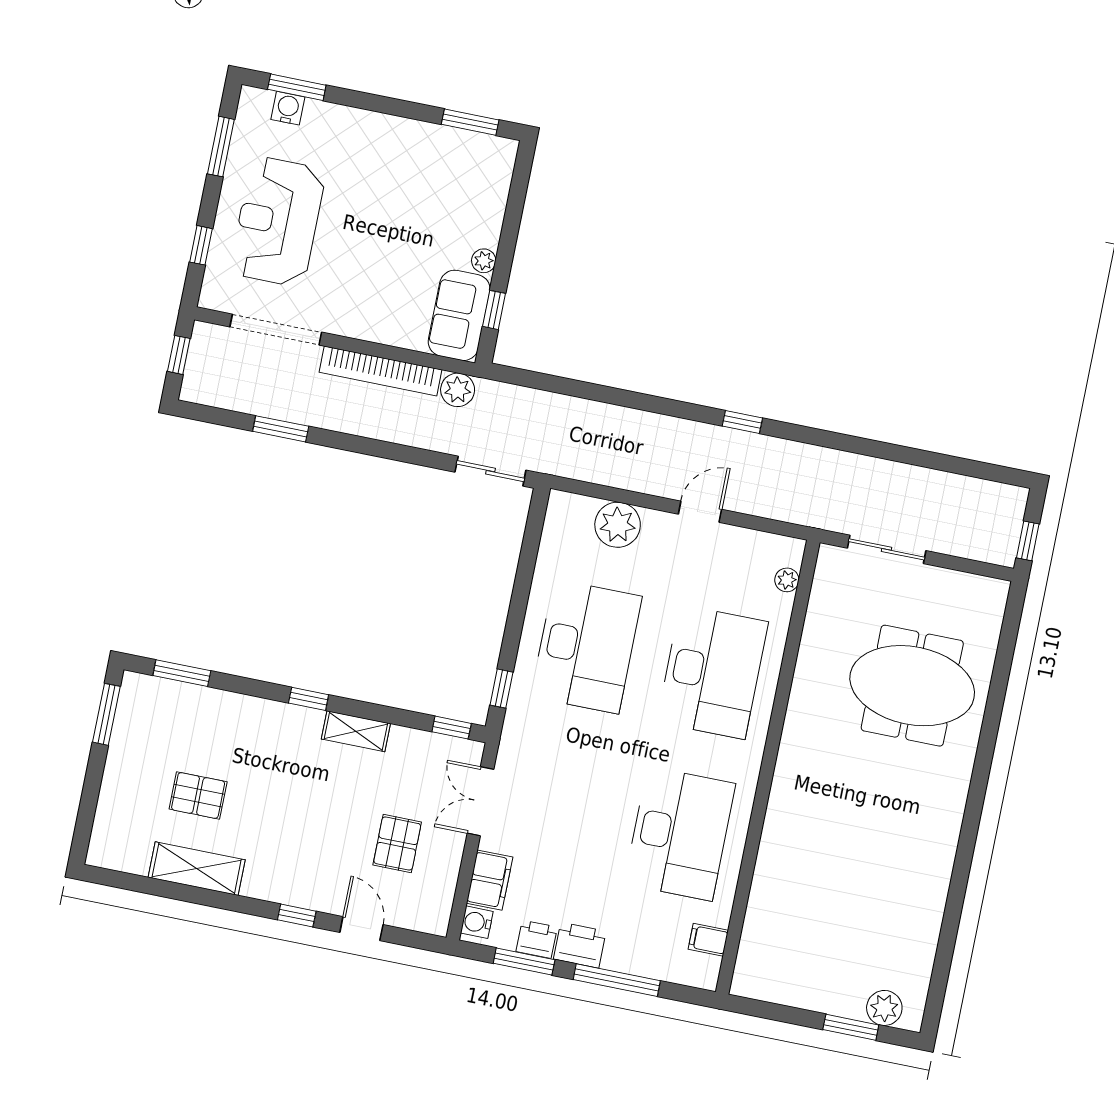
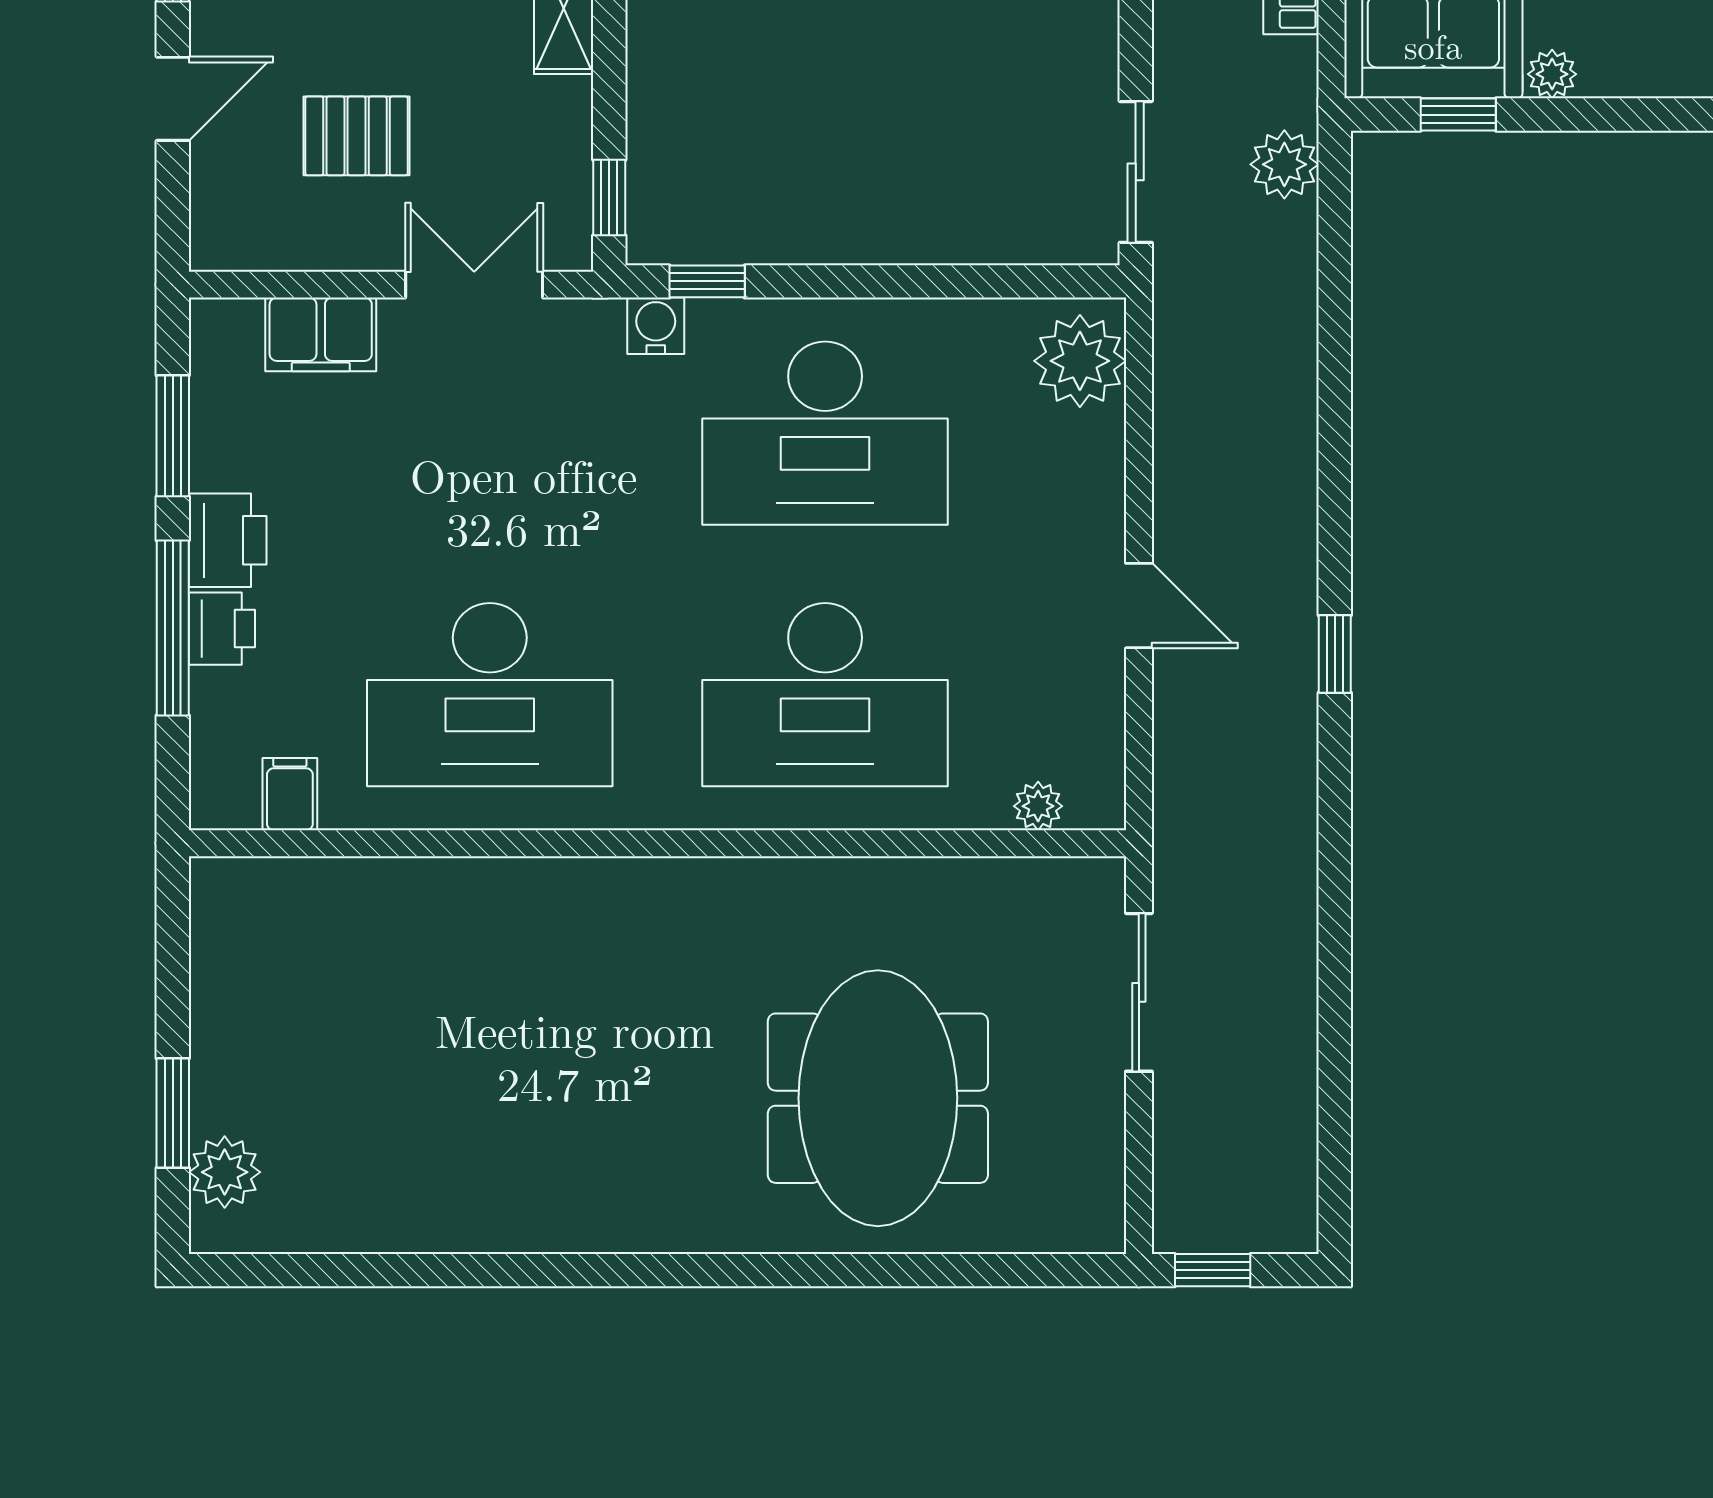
plant: (458, 390) -> (1284, 164), moved
plant: (618, 525) -> (1080, 361), moved
water cooler: (477, 922) -> (656, 326), moved
printer: (537, 939) -> (222, 629), moved

